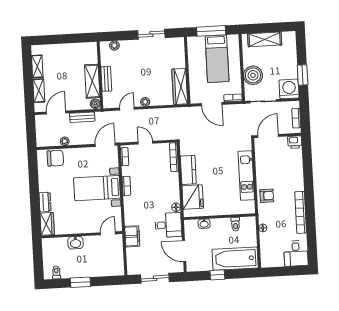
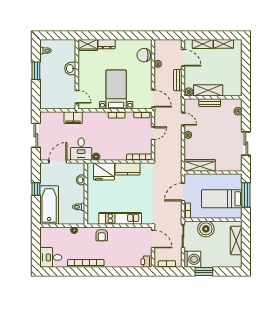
chair: (55, 158) -> (144, 55), turned 90

